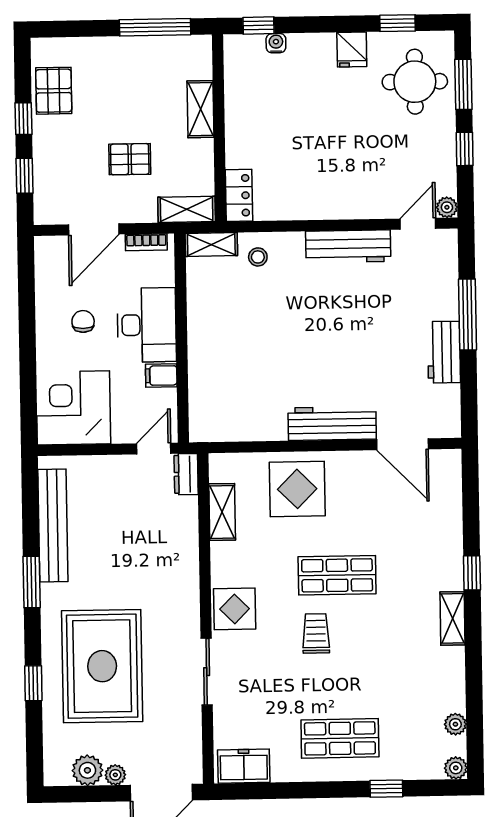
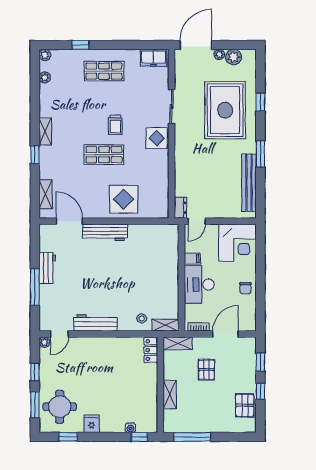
pallet: (130, 159) -> (206, 370), turned 90
chair: (83, 321) -> (245, 288), moved
shelving: (222, 512) -> (46, 194), moved

